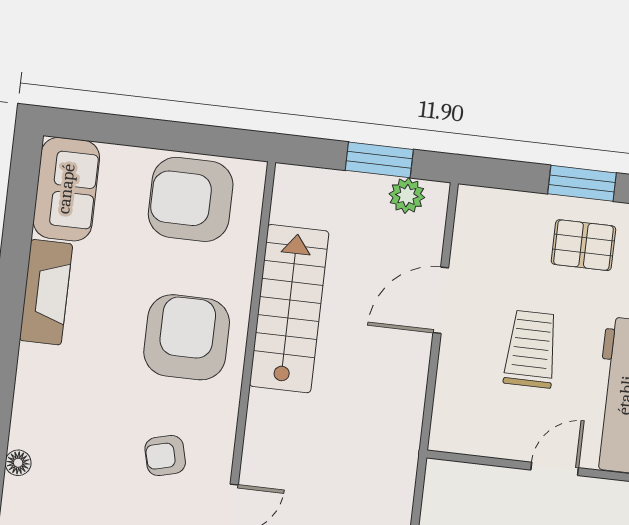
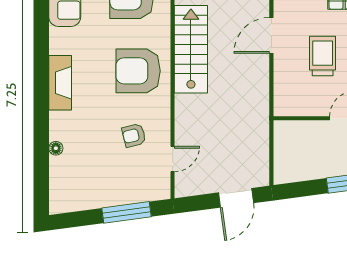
fireplace: (46, 292) -> (60, 83), moved
armchair: (187, 337) -> (138, 71), turned -90

